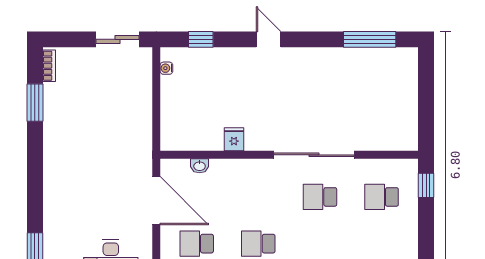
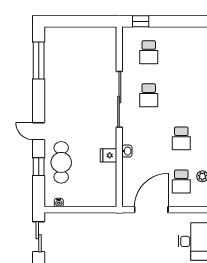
window: (201, 39) -> (39, 167), moved
door: (269, 39) -> (39, 131), hinge flipped
cafe table: (224, 72) -> (61, 162), added
washbasin: (200, 166) -> (127, 151), moved

